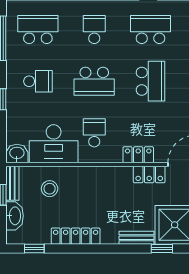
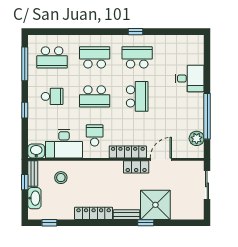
school desk: (38, 30) -> (52, 57), turned 180
school desk: (94, 30) -> (95, 57), width x1.85
locker: (138, 155) -> (128, 152), width x1.53
locker: (76, 236) -> (94, 213), moved

